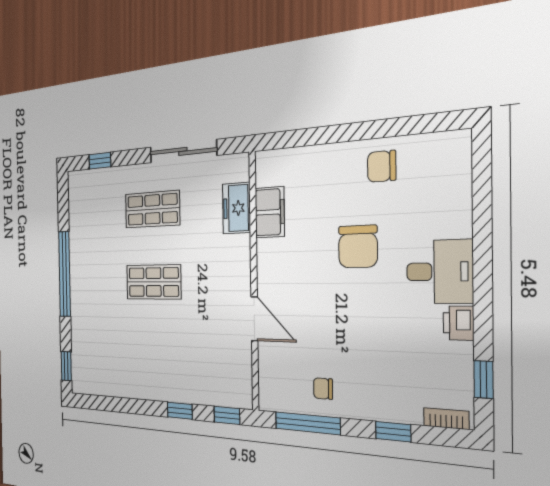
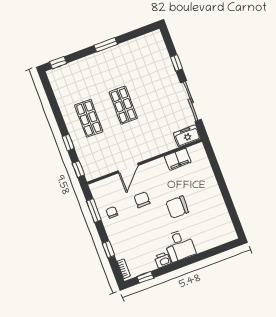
window: (100, 161) -> (176, 63), moved
chair: (382, 166) -> (142, 200), moved
freezer: (236, 208) -> (187, 136), moved
shop shelf: (152, 209) -> (89, 118), moved
window: (65, 274) -> (106, 45), width x0.47
window: (307, 423) -> (94, 211), width x0.69

